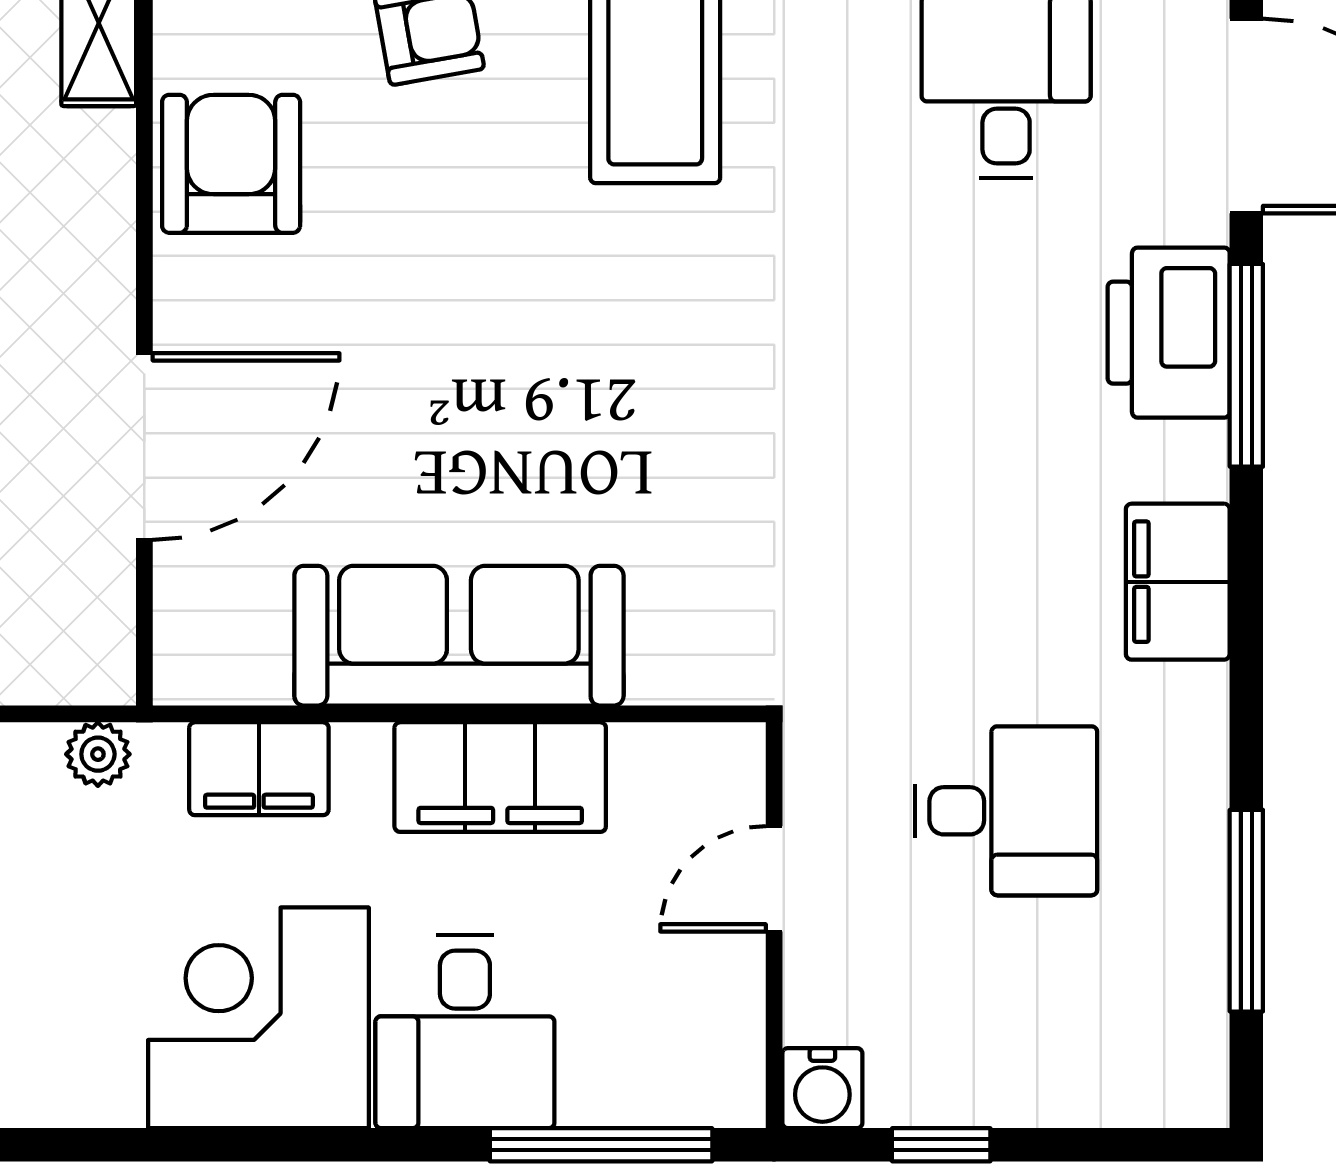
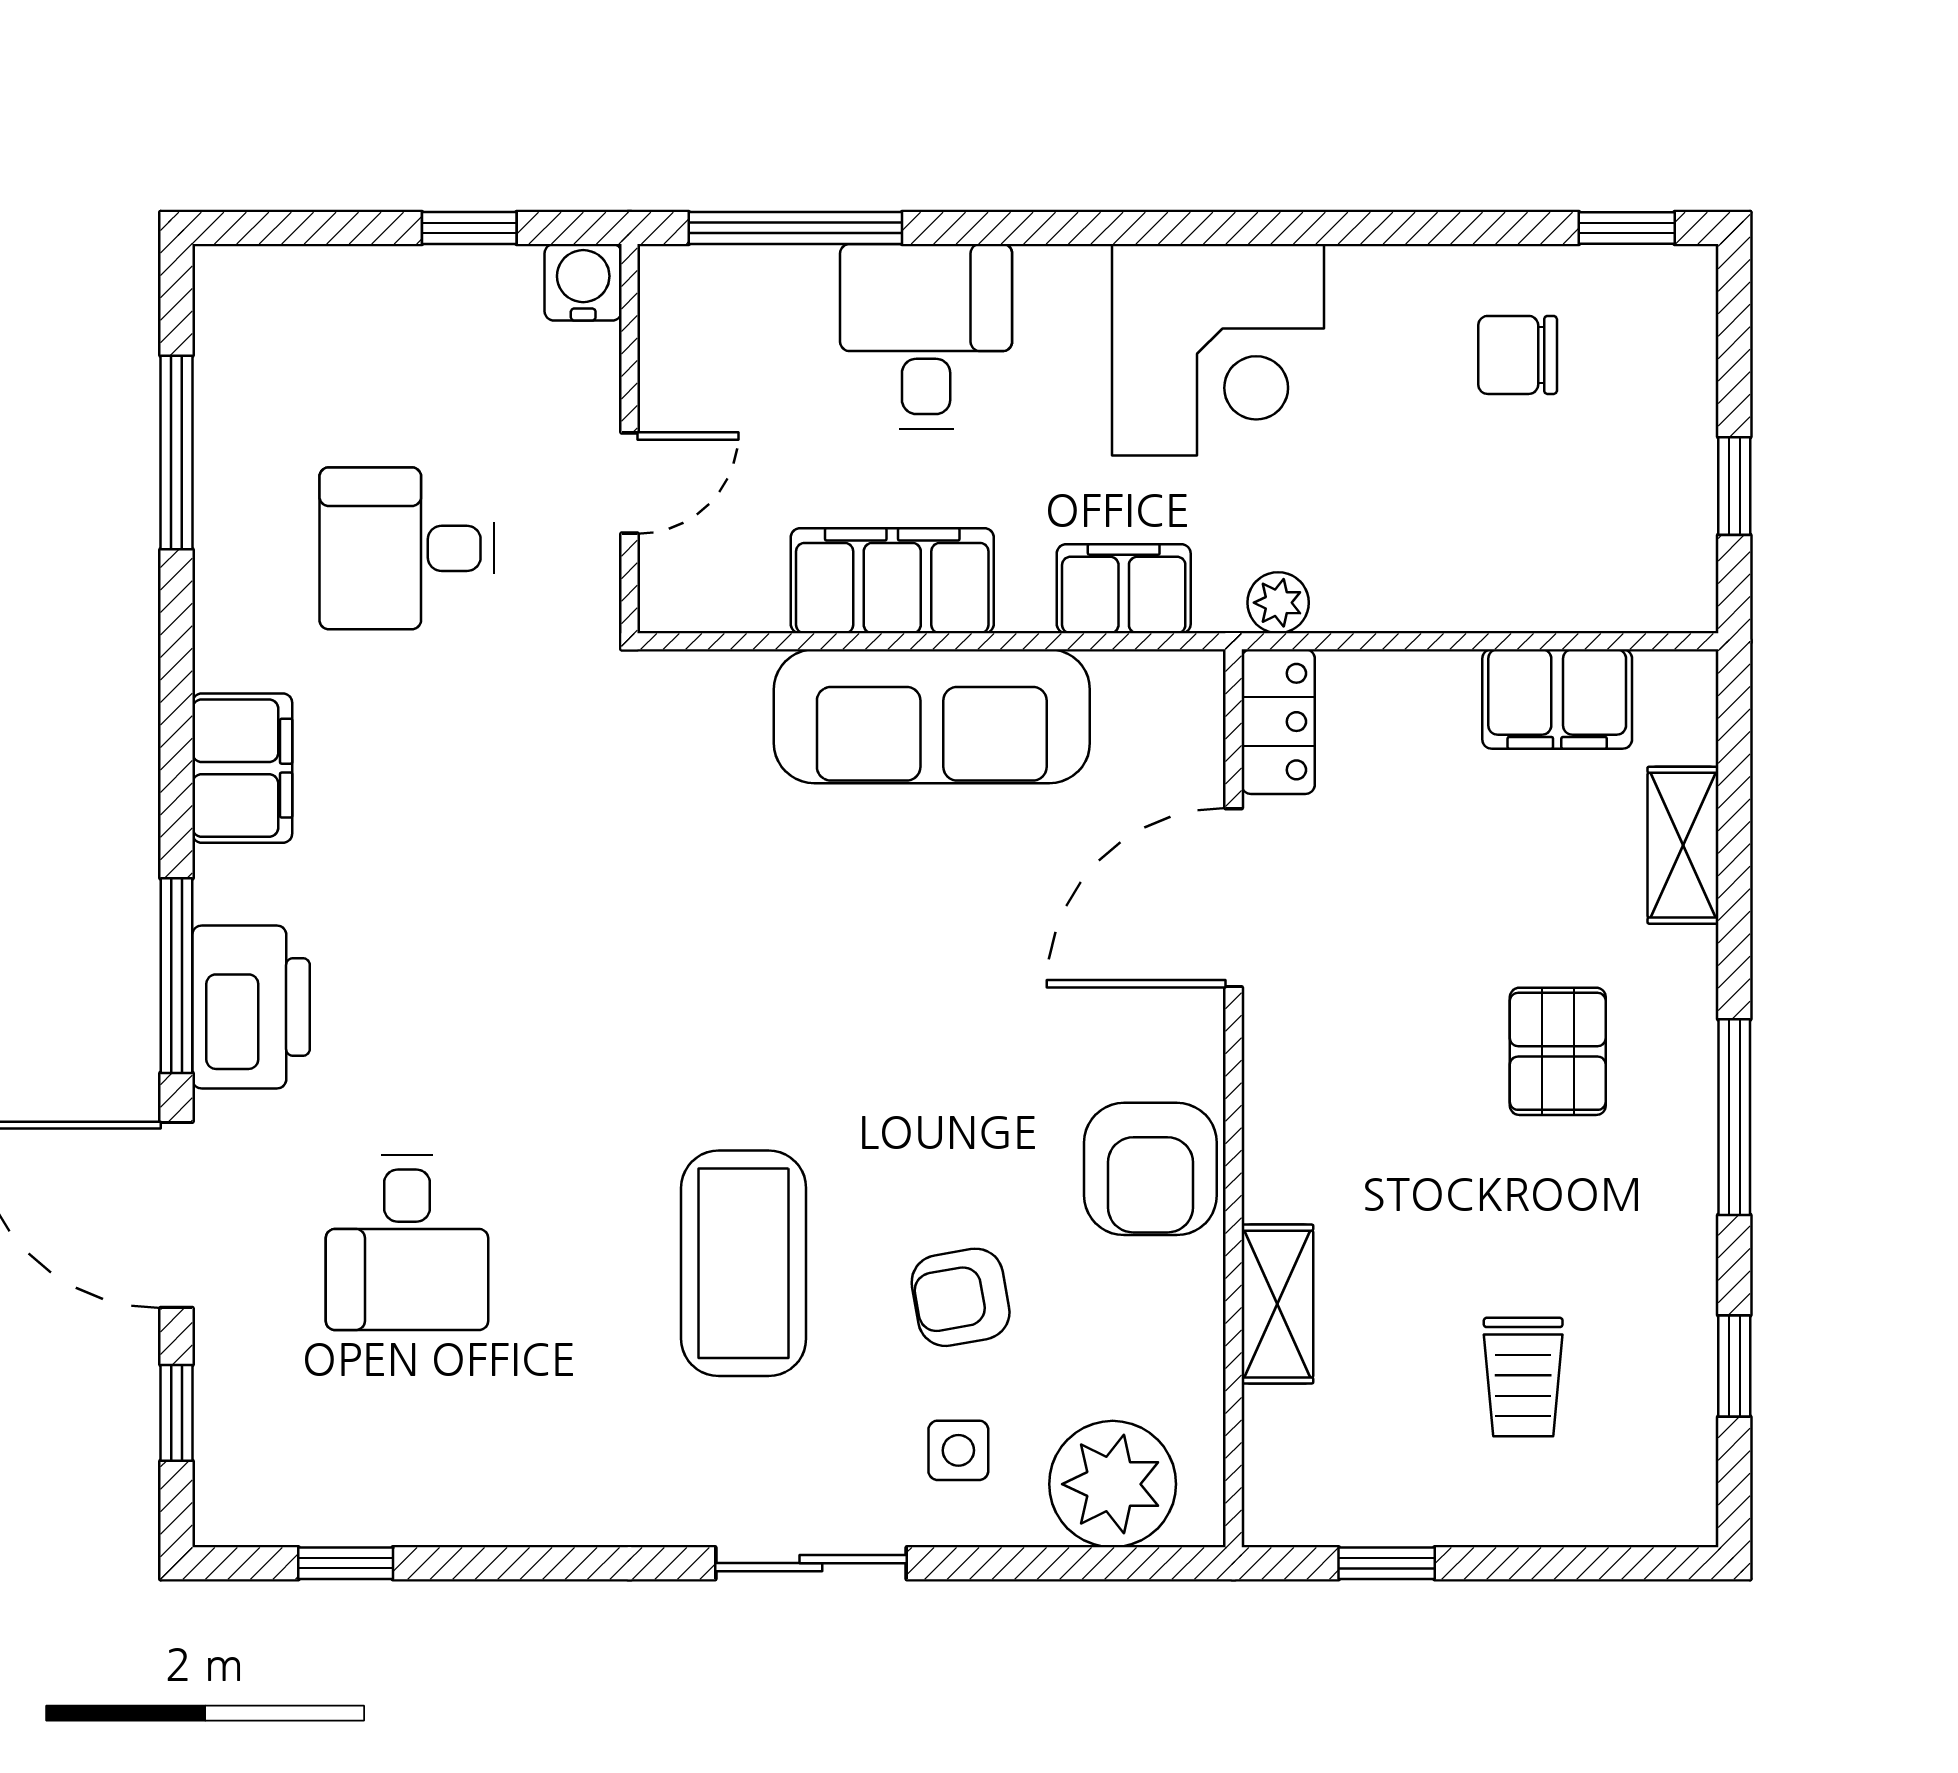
locker: (98, 630) -> (1278, 722), added
corner desk: (258, 1018) -> (1218, 350), moved

